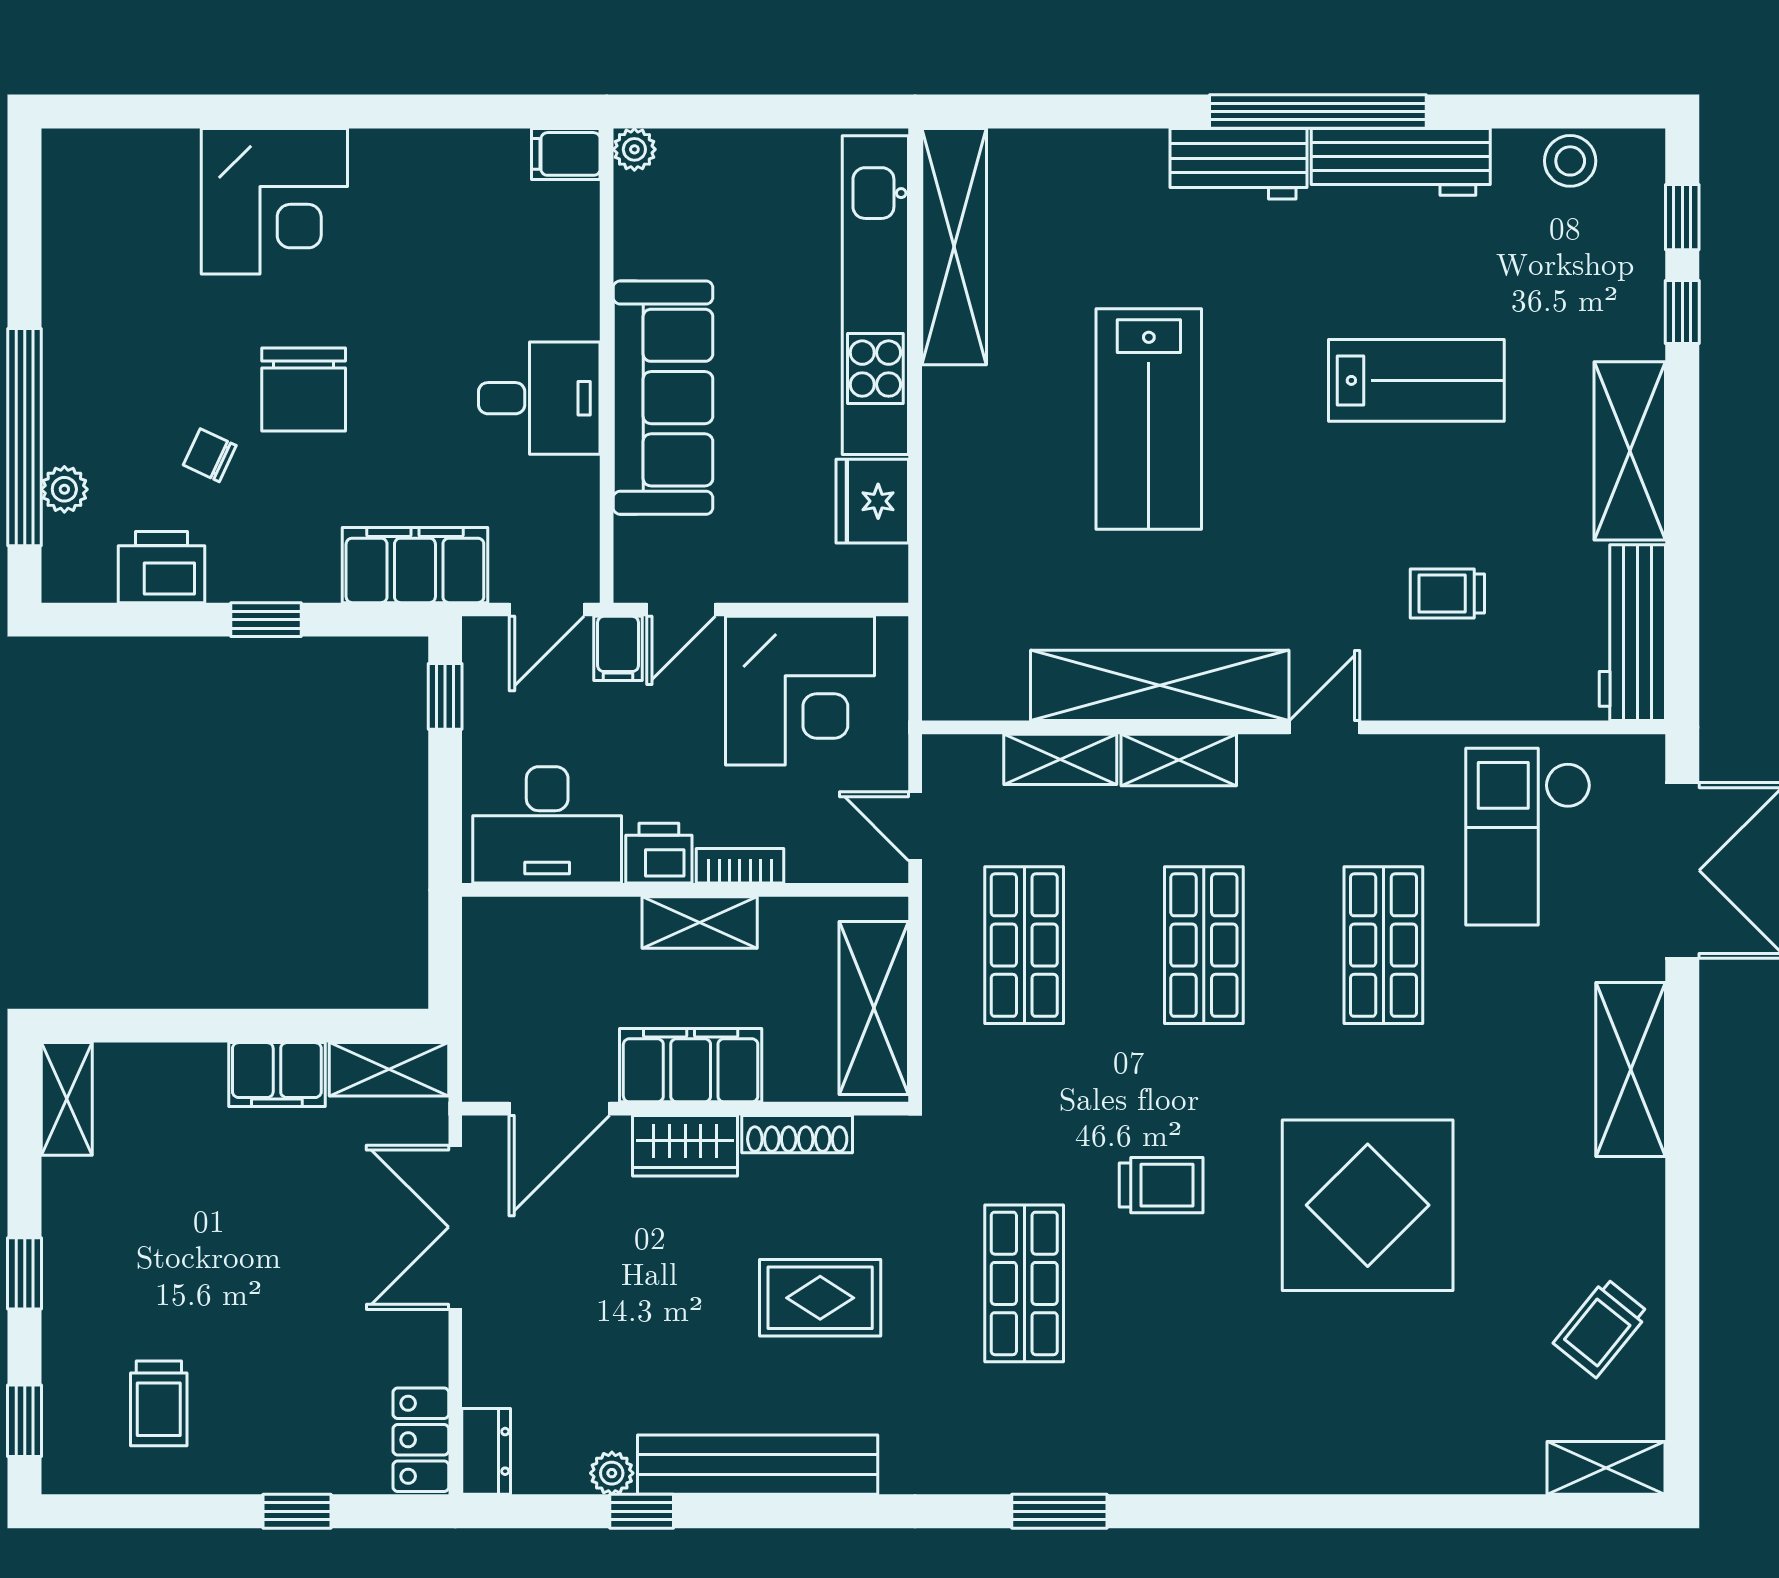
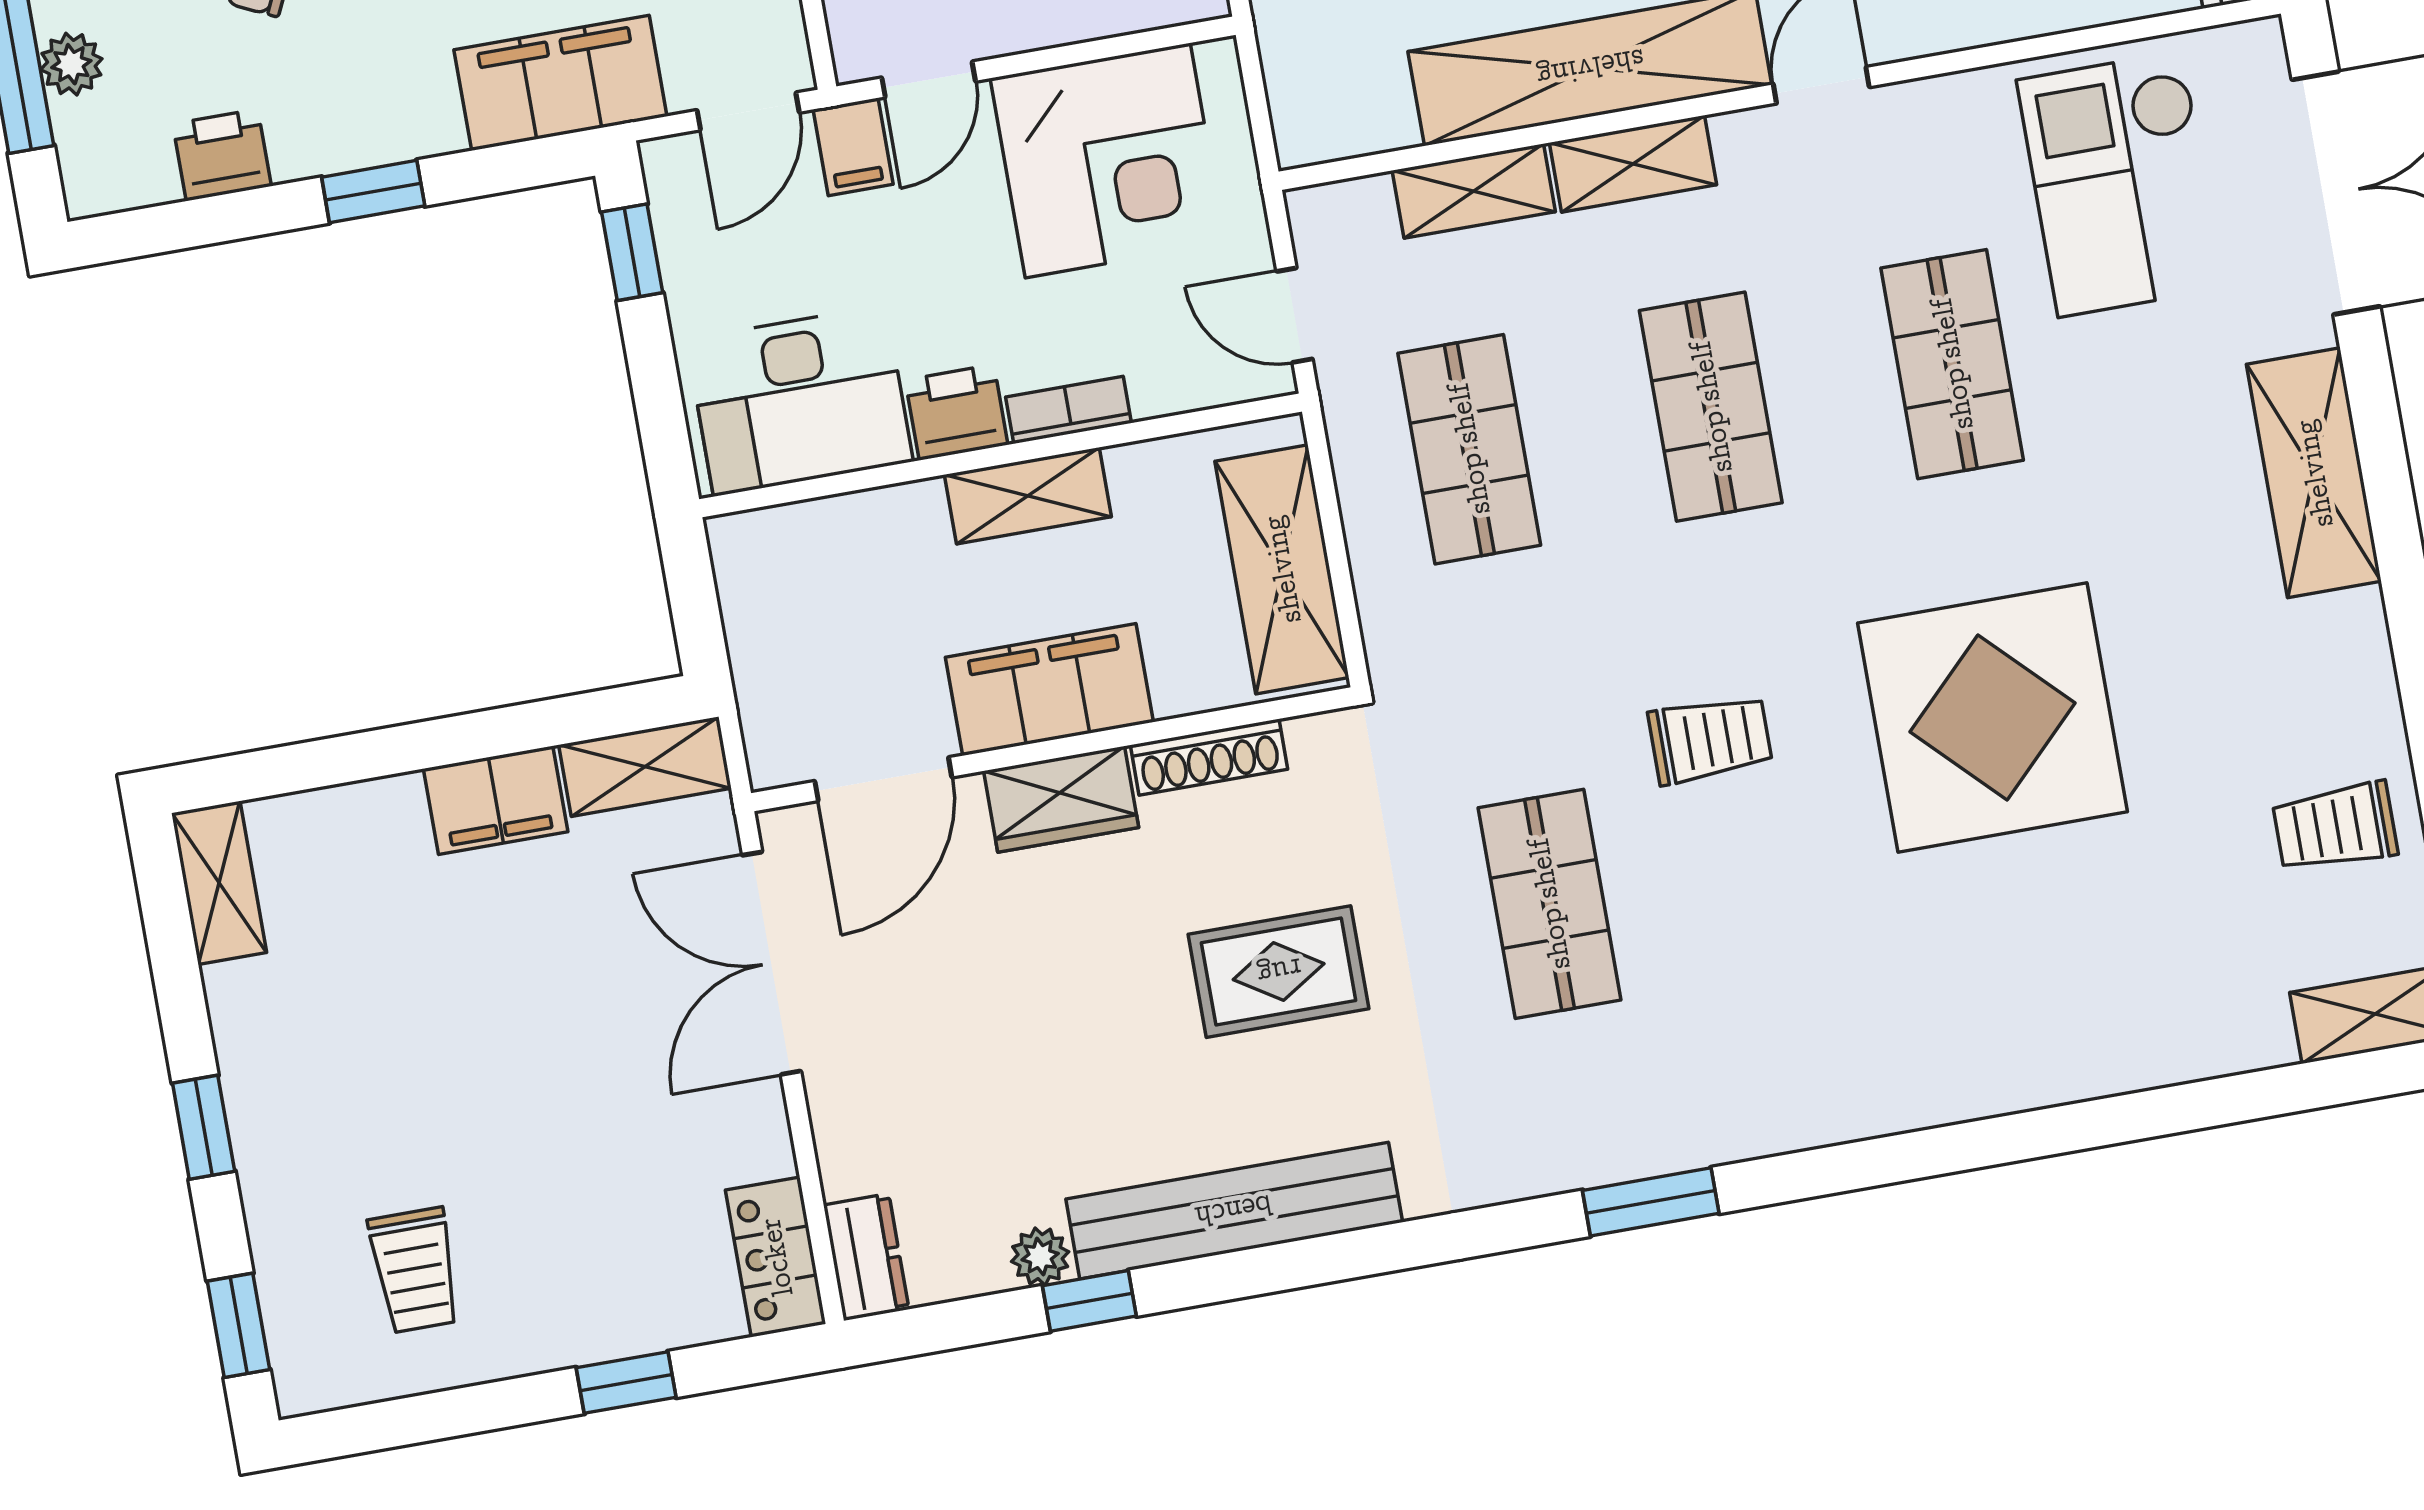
printer: (162, 567) -> (222, 155), width x0.73, depth x0.81
trolley: (1601, 1328) -> (2335, 827), turned 51

